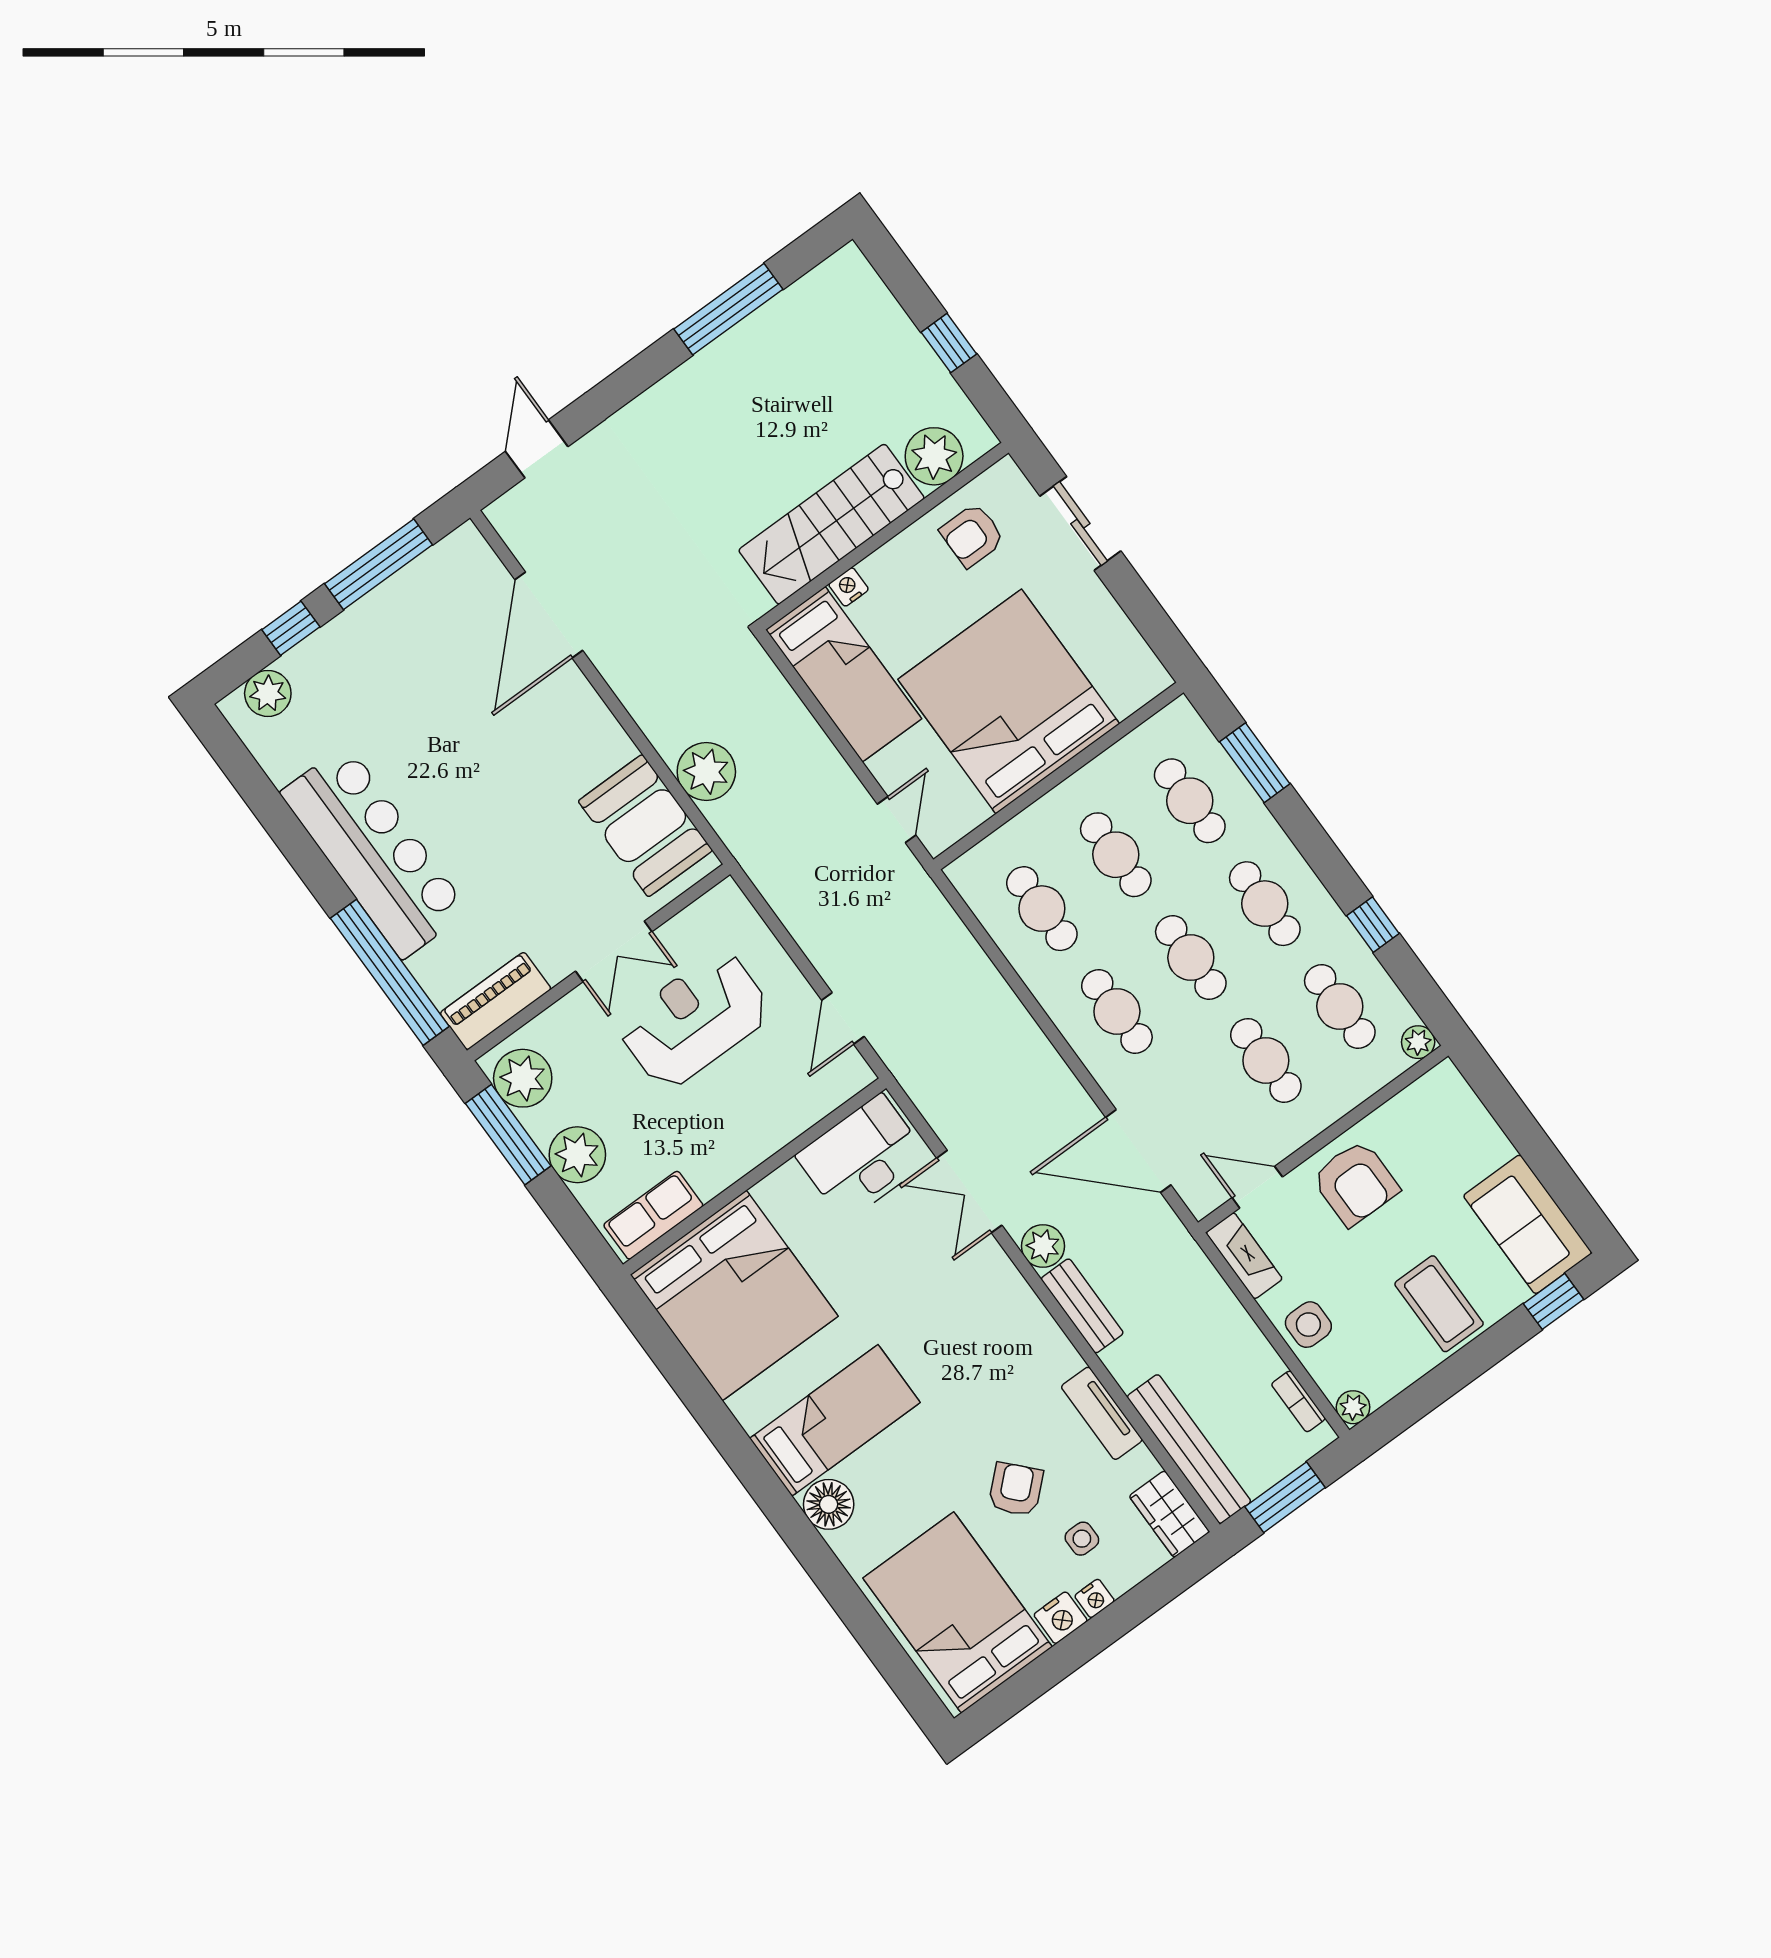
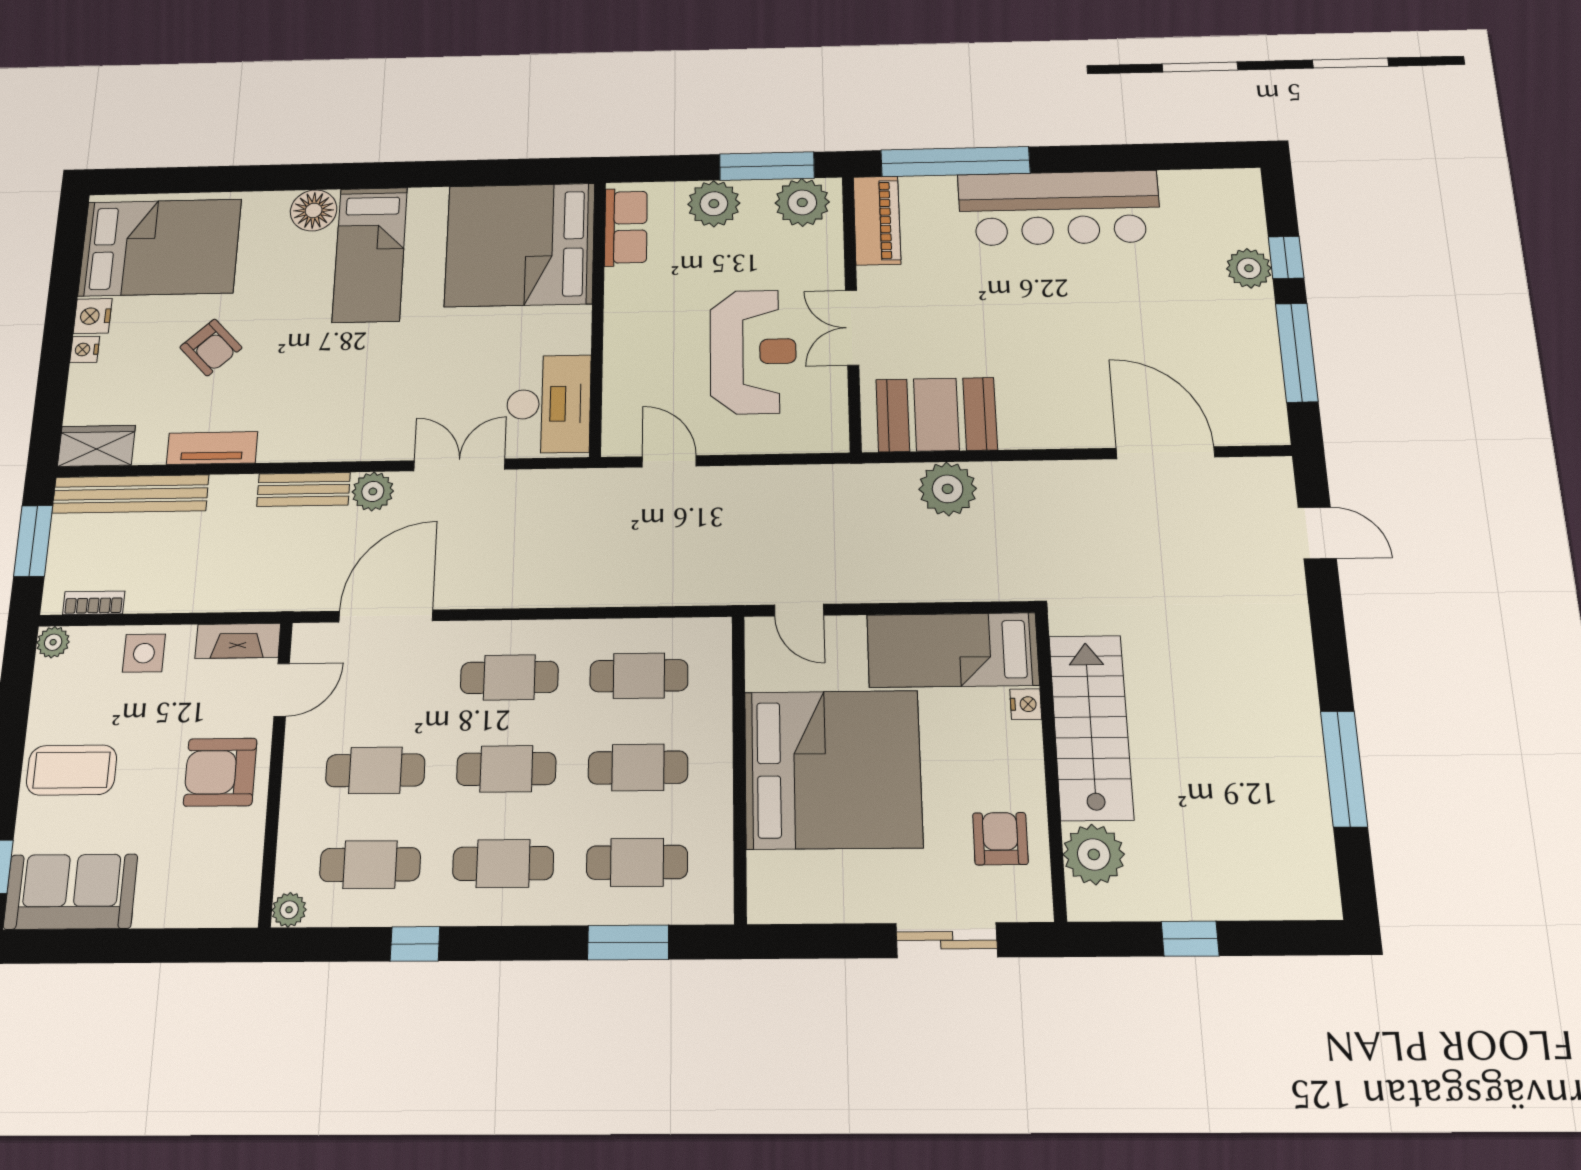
plant: (268, 693) -> (1249, 268), moved
side table: (1082, 1539) -> (135, 370), removed

